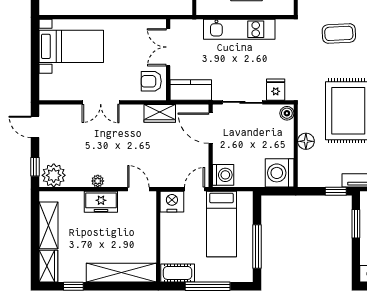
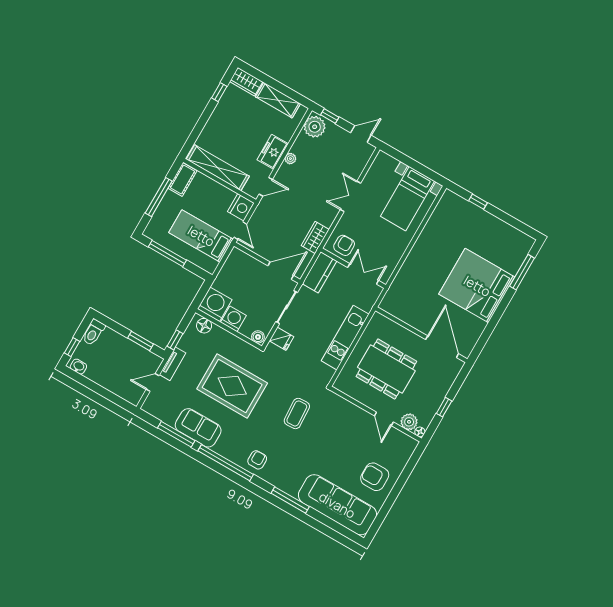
floor lamp: (306, 141) -> (204, 326), moved
washing machine: (223, 175) -> (233, 319), moved, turned 180
shelving: (121, 273) -> (218, 168), moved, turned 90

